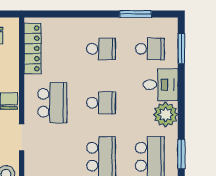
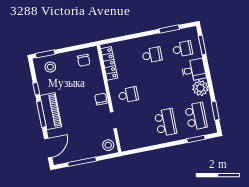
school desk: (52, 103) -> (128, 95), width x0.54
school desk: (101, 103) -> (159, 89), removed

